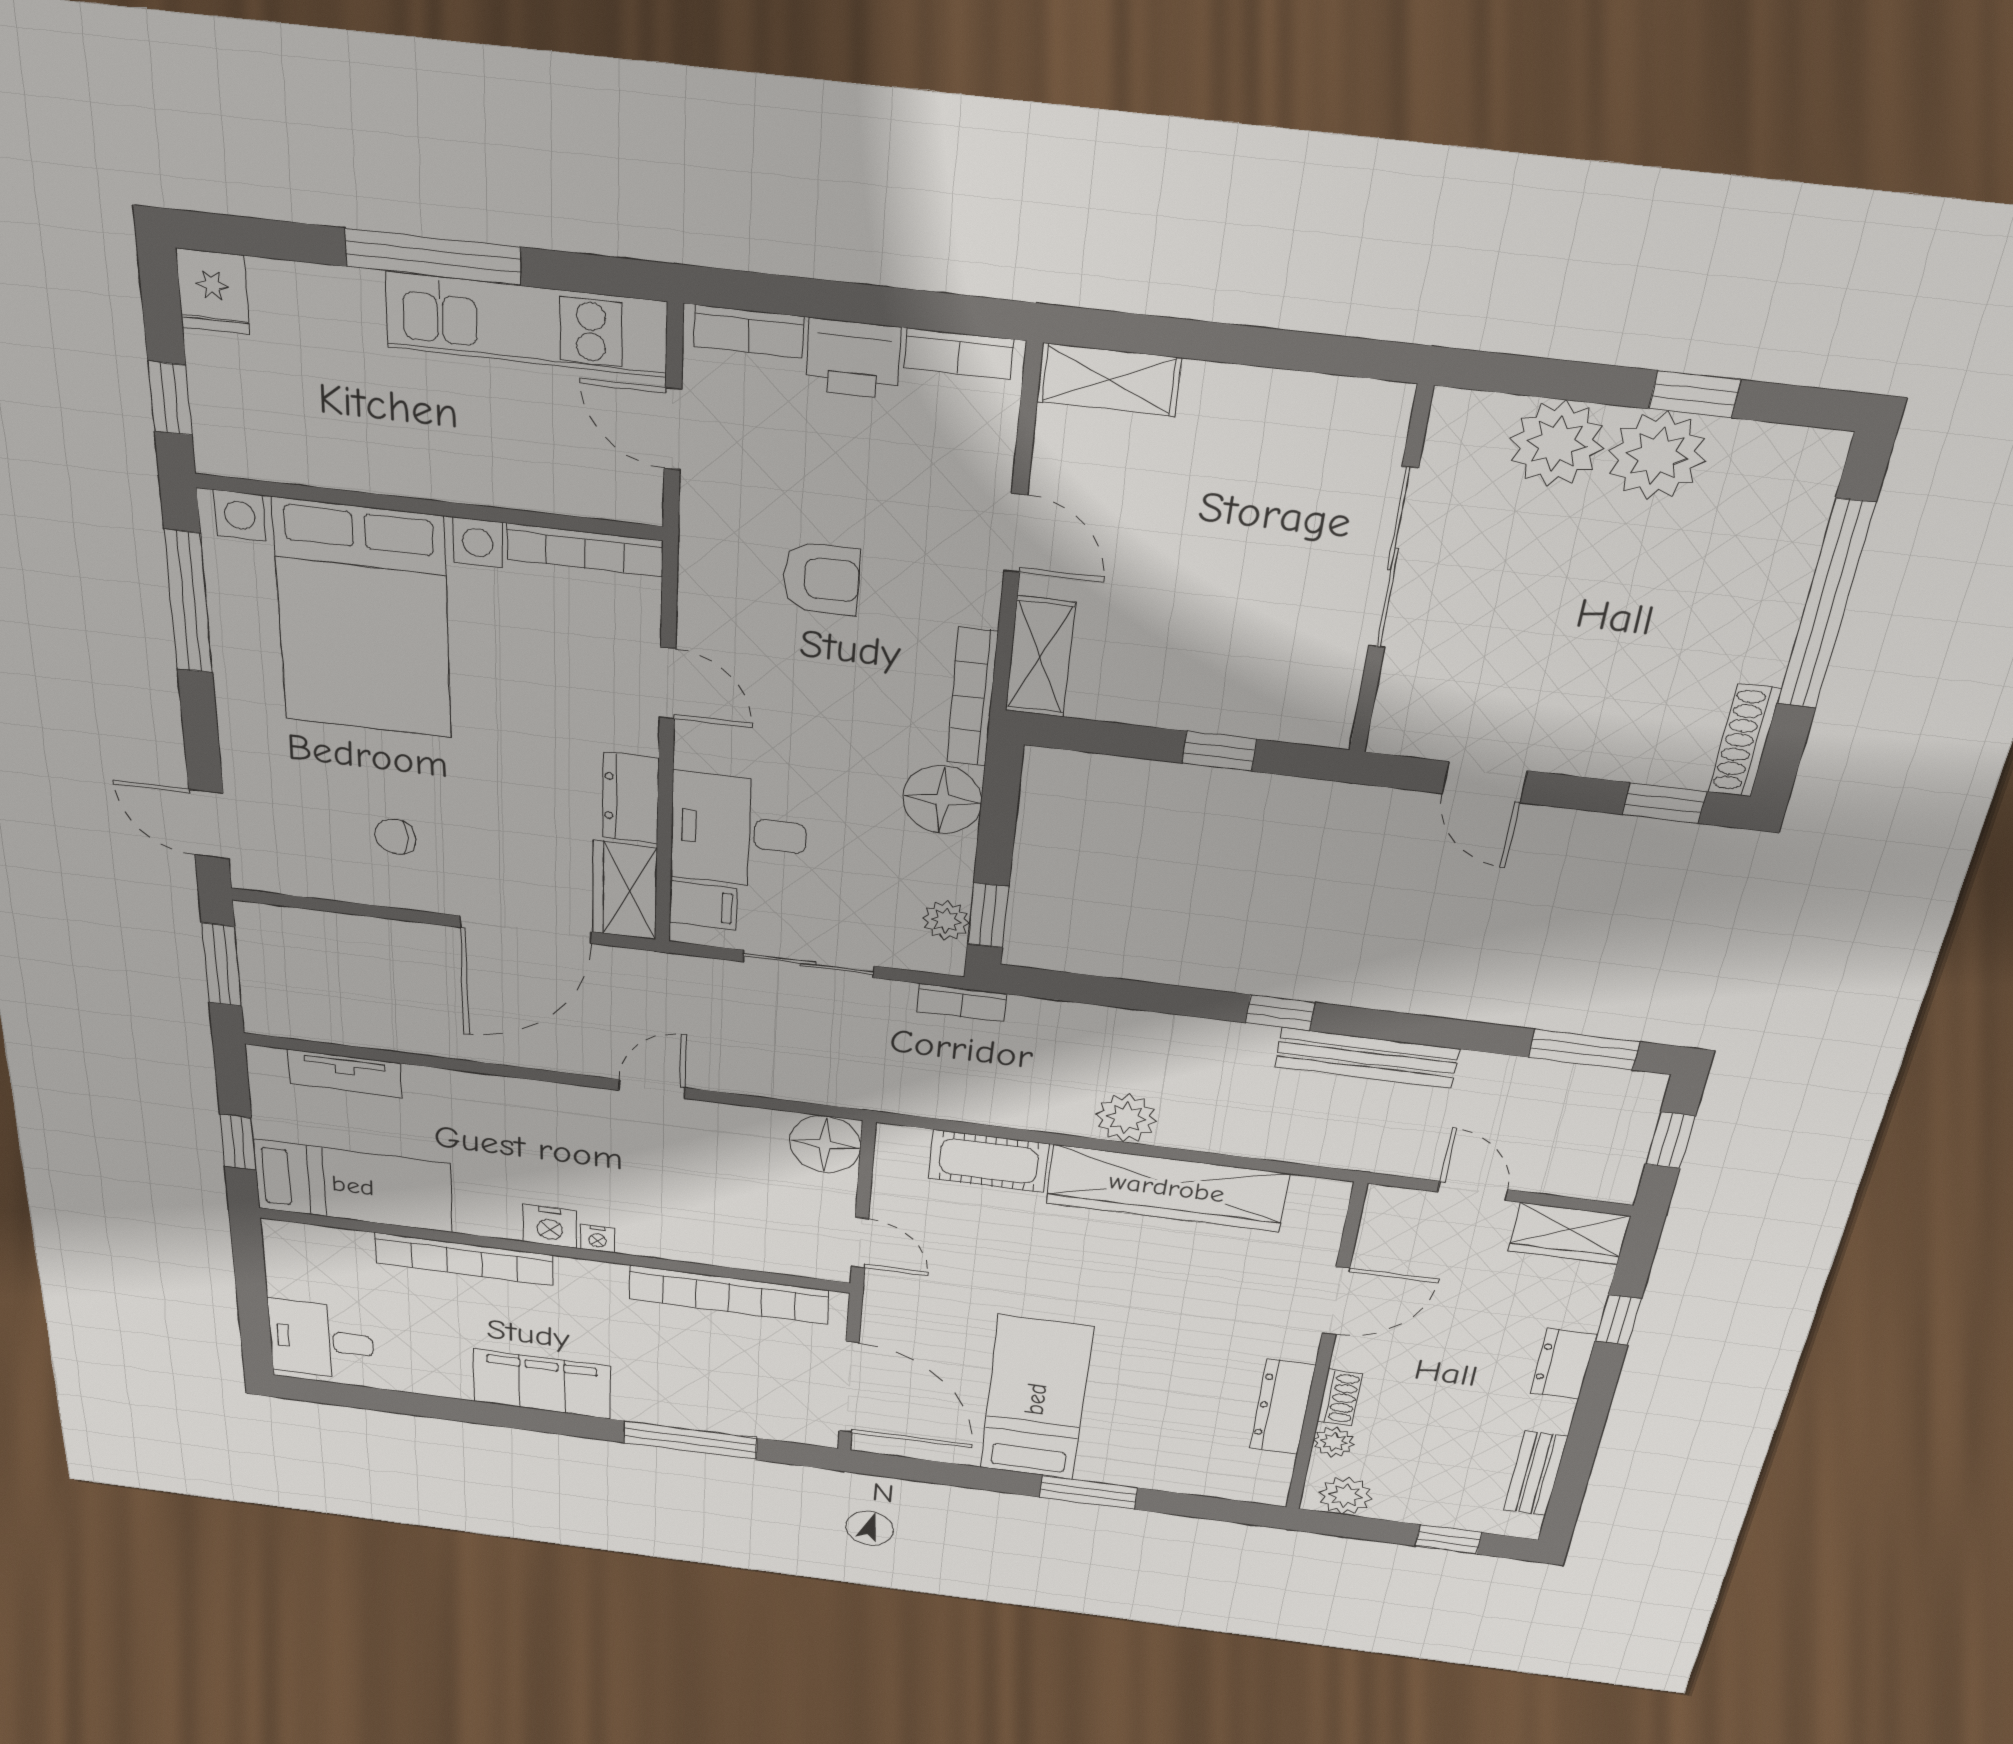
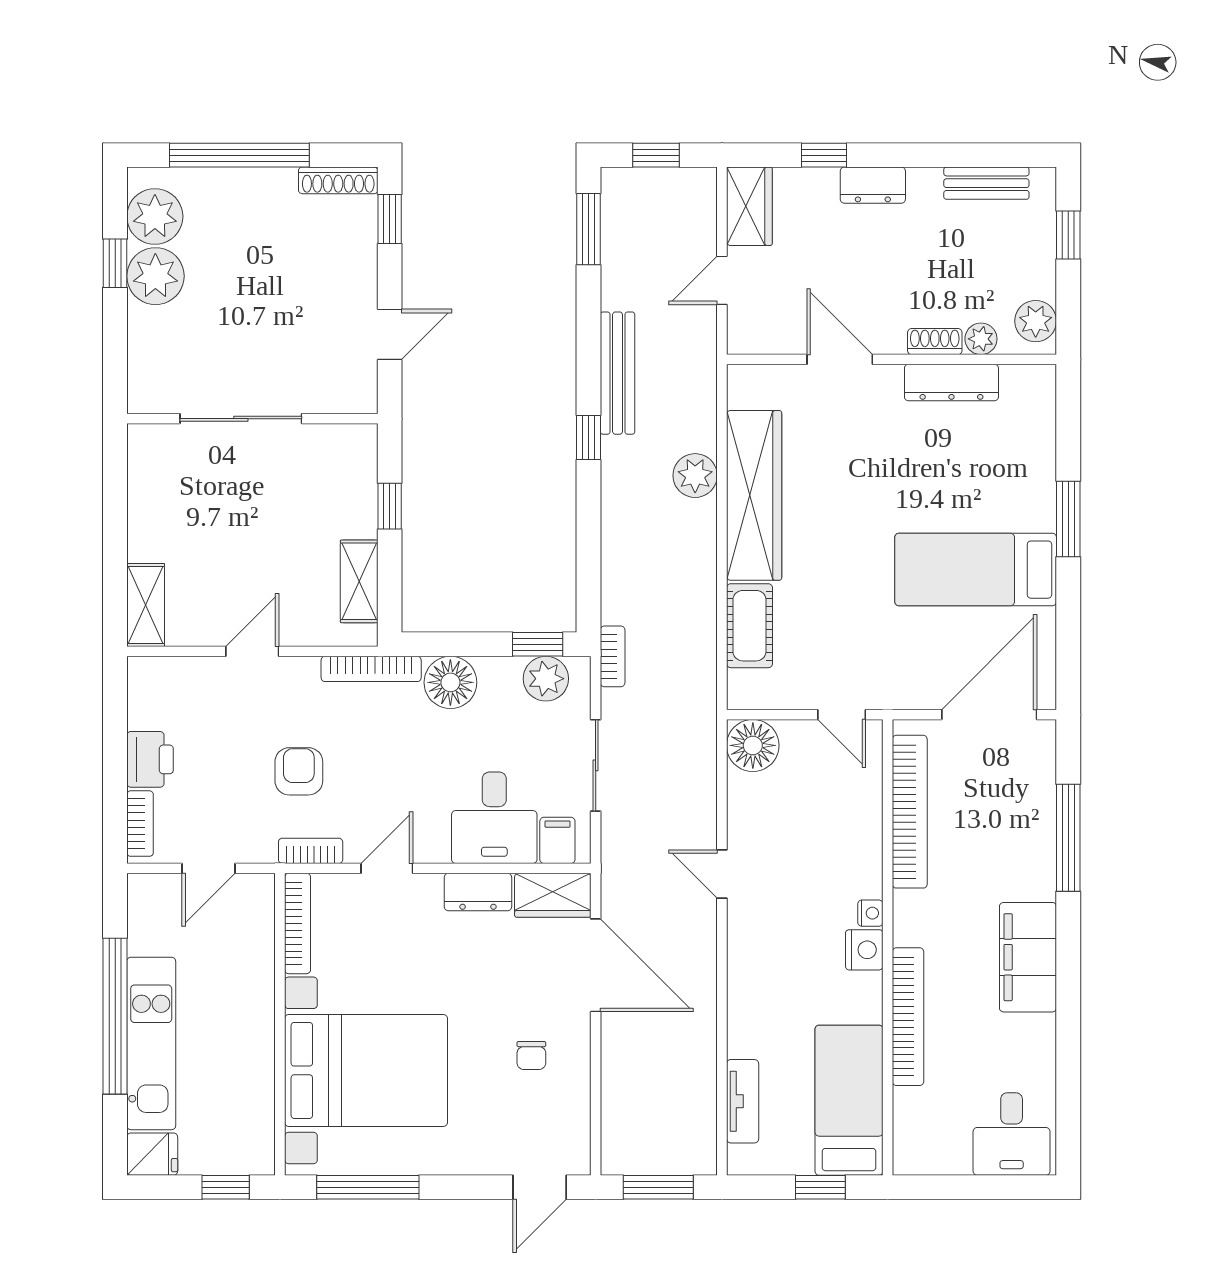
window: (433, 257) -> (115, 1016), width x1.46
kitchen unit: (527, 324) -> (151, 1043), moved
bookcase: (959, 354) -> (311, 851), moved, turned -90
plant: (1557, 444) -> (155, 216), moved
shelving: (1040, 657) -> (359, 581), moved, turned 90
plant: (946, 920) -> (546, 679), width x1.38, depth x1.38
plant: (1126, 1118) -> (695, 476), moved
door: (860, 1243) -> (842, 715), swing flipped

